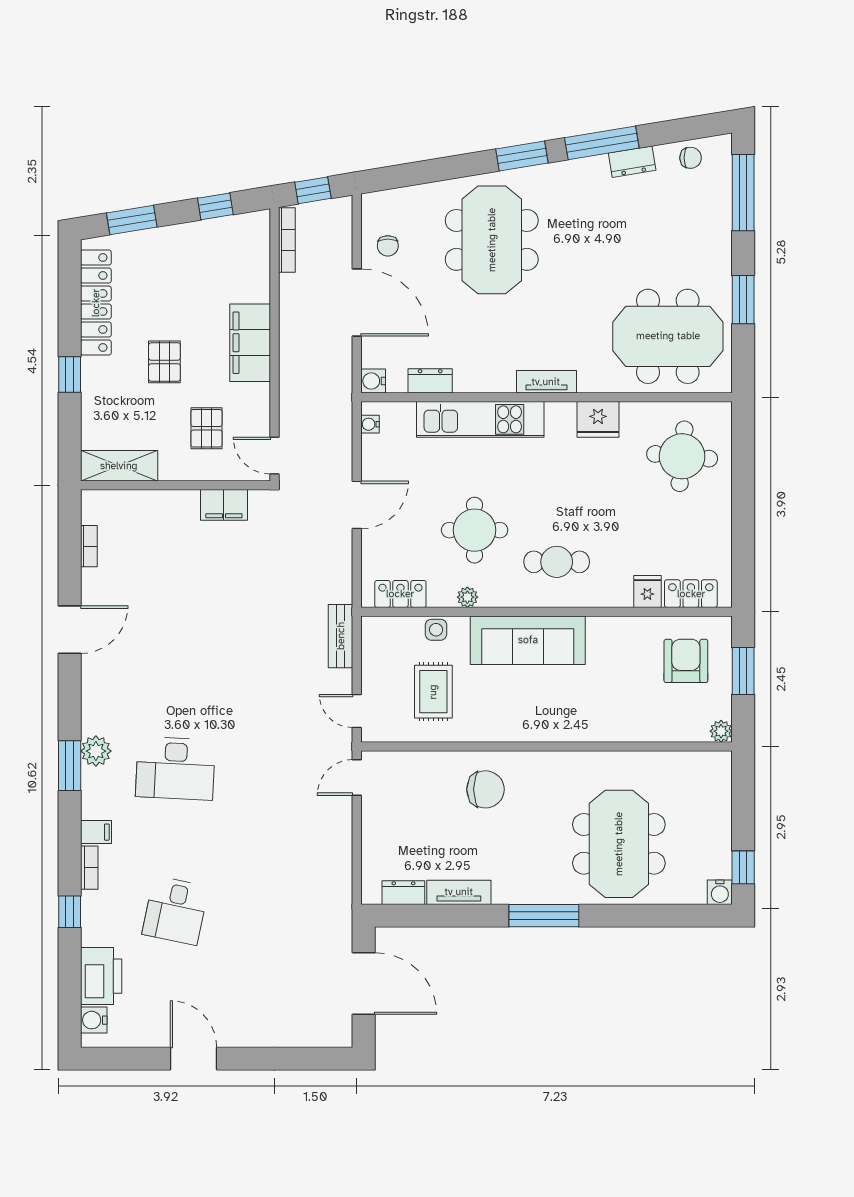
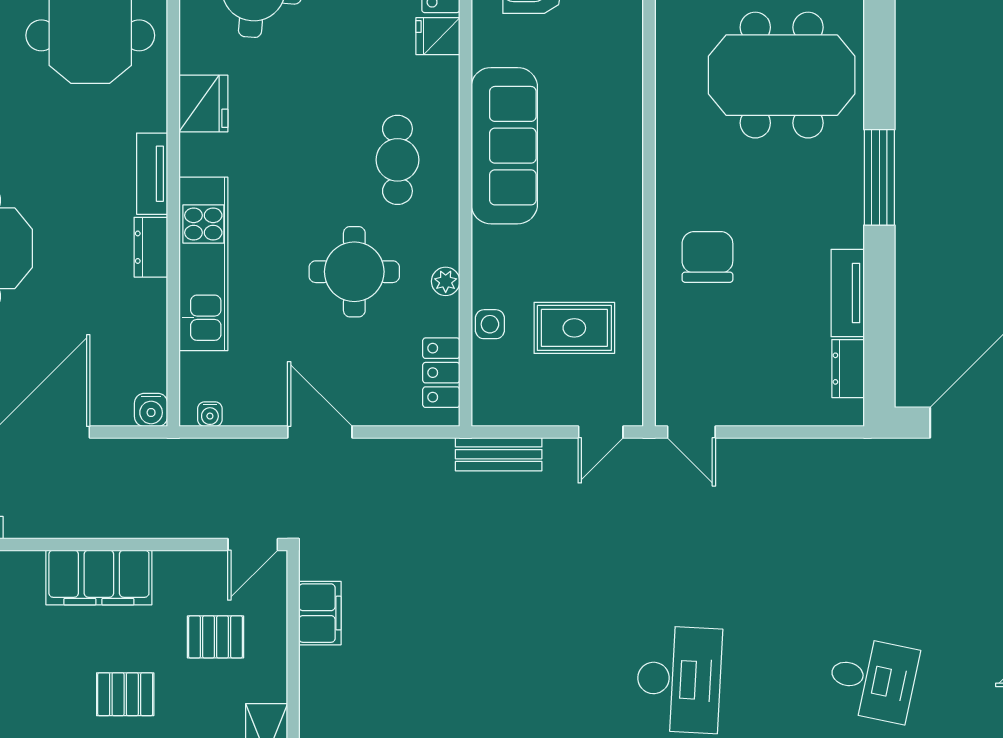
dresser: (430, 381) -> (151, 247), moved
sofa: (528, 640) -> (504, 146), moved

